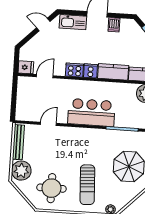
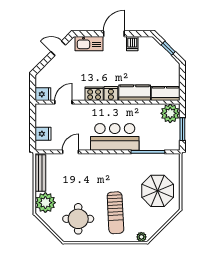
fridge: (23, 105) -> (43, 134), added

